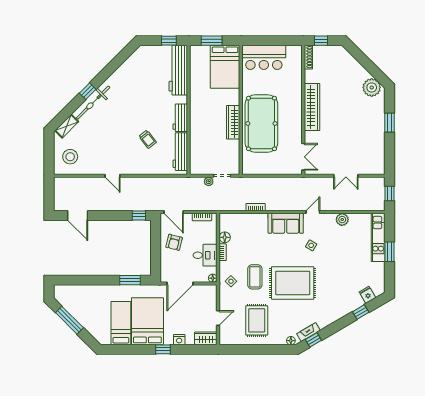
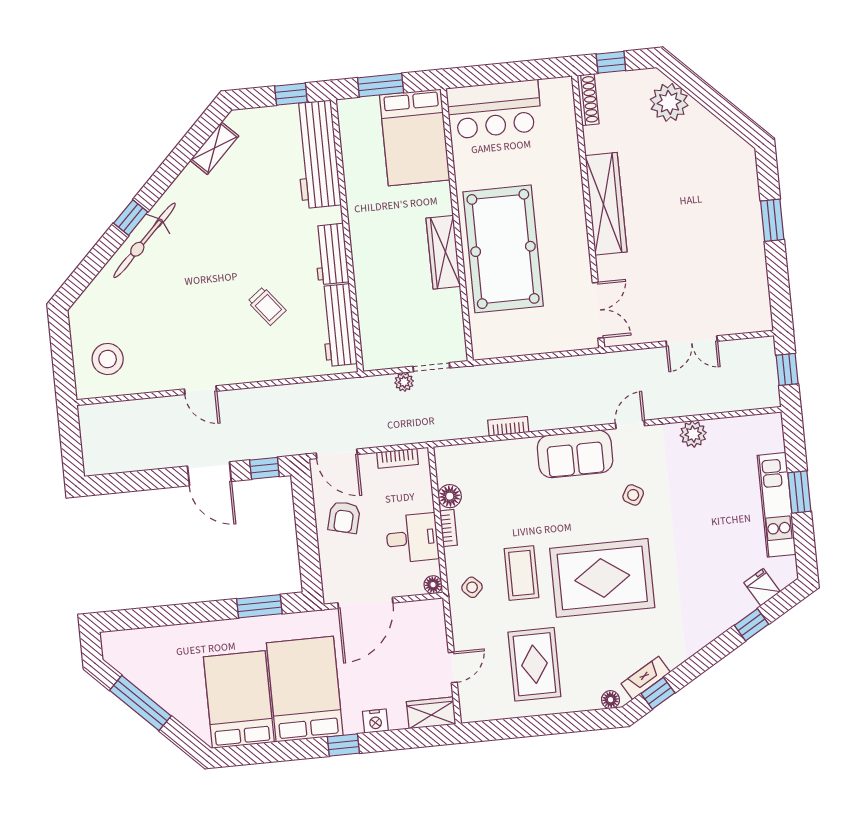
plant: (372, 87) -> (669, 102), moved
shelving: (67, 126) -> (214, 148), moved
door: (78, 215) -> (209, 474), moved
kitchen unit: (378, 238) -> (777, 505), moved
bed: (121, 323) -> (239, 700), width x1.50

